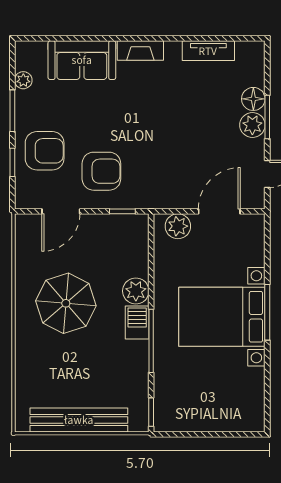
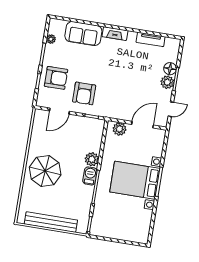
armchair: (101, 171) -> (84, 93), turned 90
parasol: (66, 303) -> (45, 171), moved

